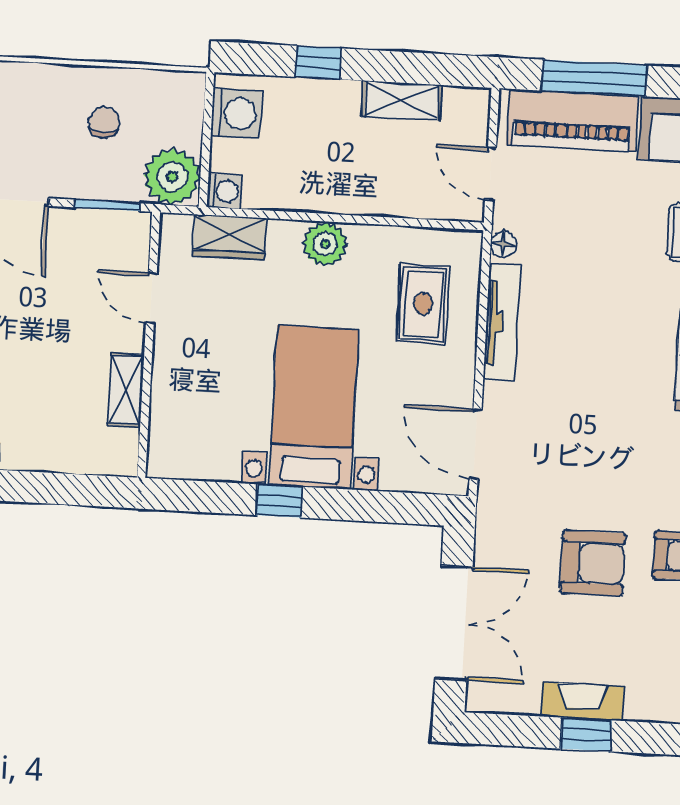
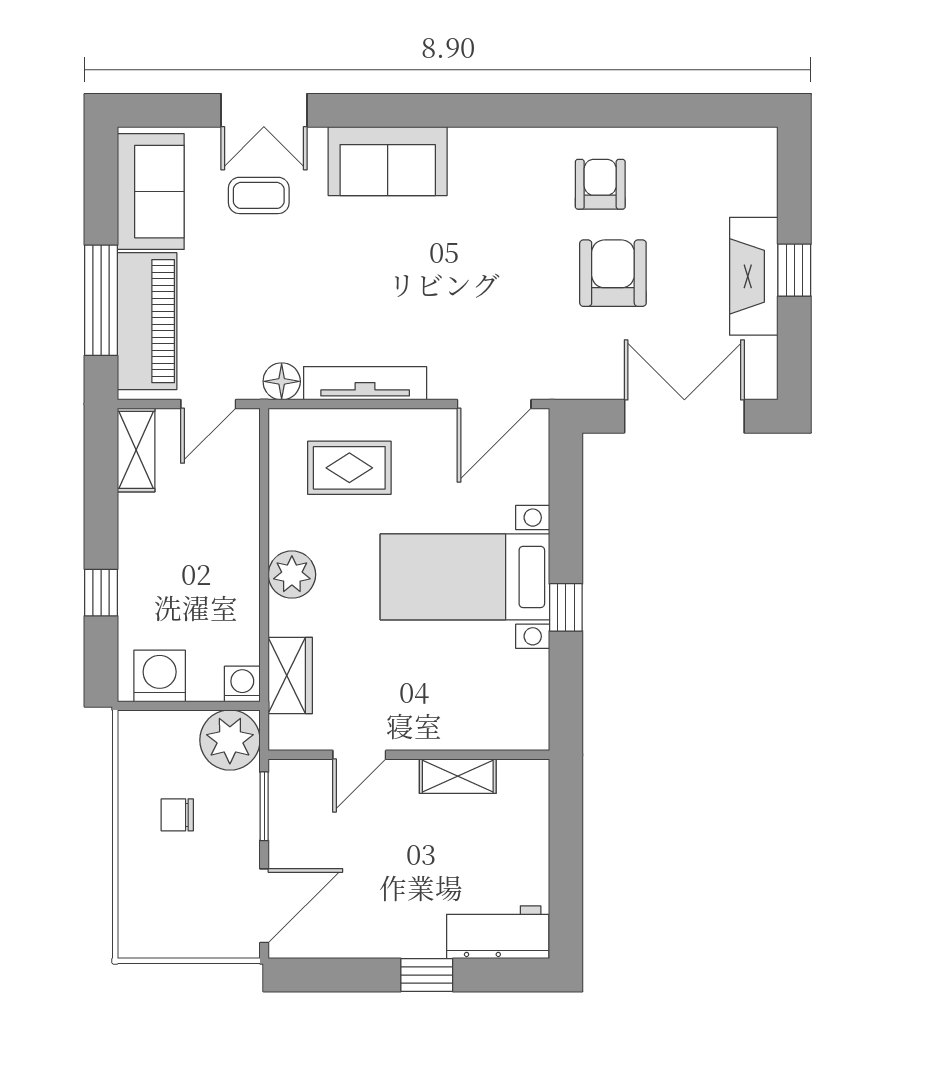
shelving: (402, 101) -> (136, 450), moved
floor lamp: (503, 244) -> (282, 381), width x1.37, depth x1.37
fireplace: (582, 701) -> (754, 276), width x1.37, depth x1.32

